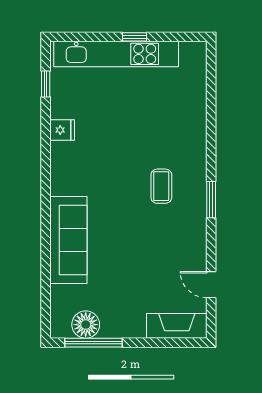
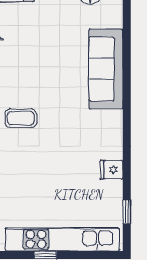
coffee table: (161, 186) -> (21, 118), turned 90

